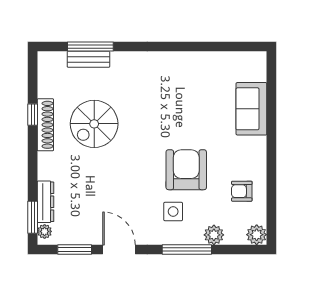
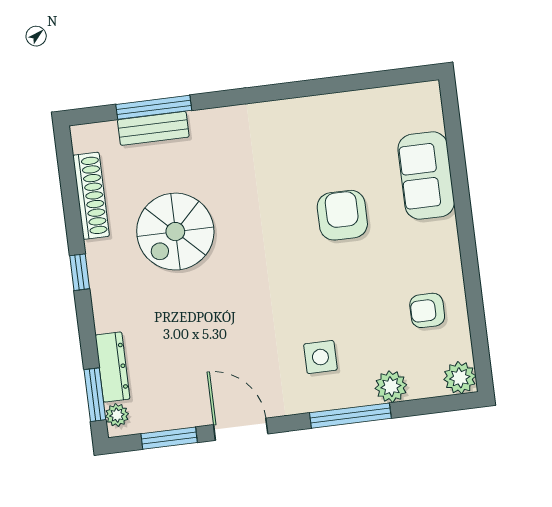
window: (33, 115) -> (80, 272), moved
shoe rack: (45, 125) -> (91, 196), moved
armchair: (186, 170) -> (342, 215), moved, width x0.73, depth x0.73

